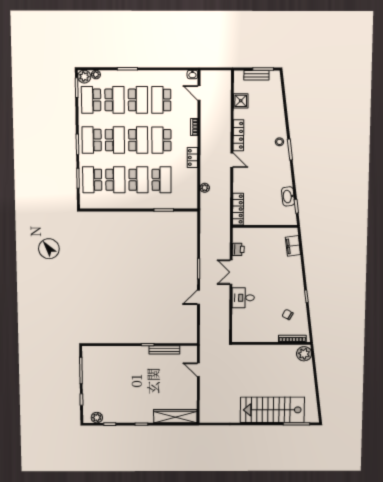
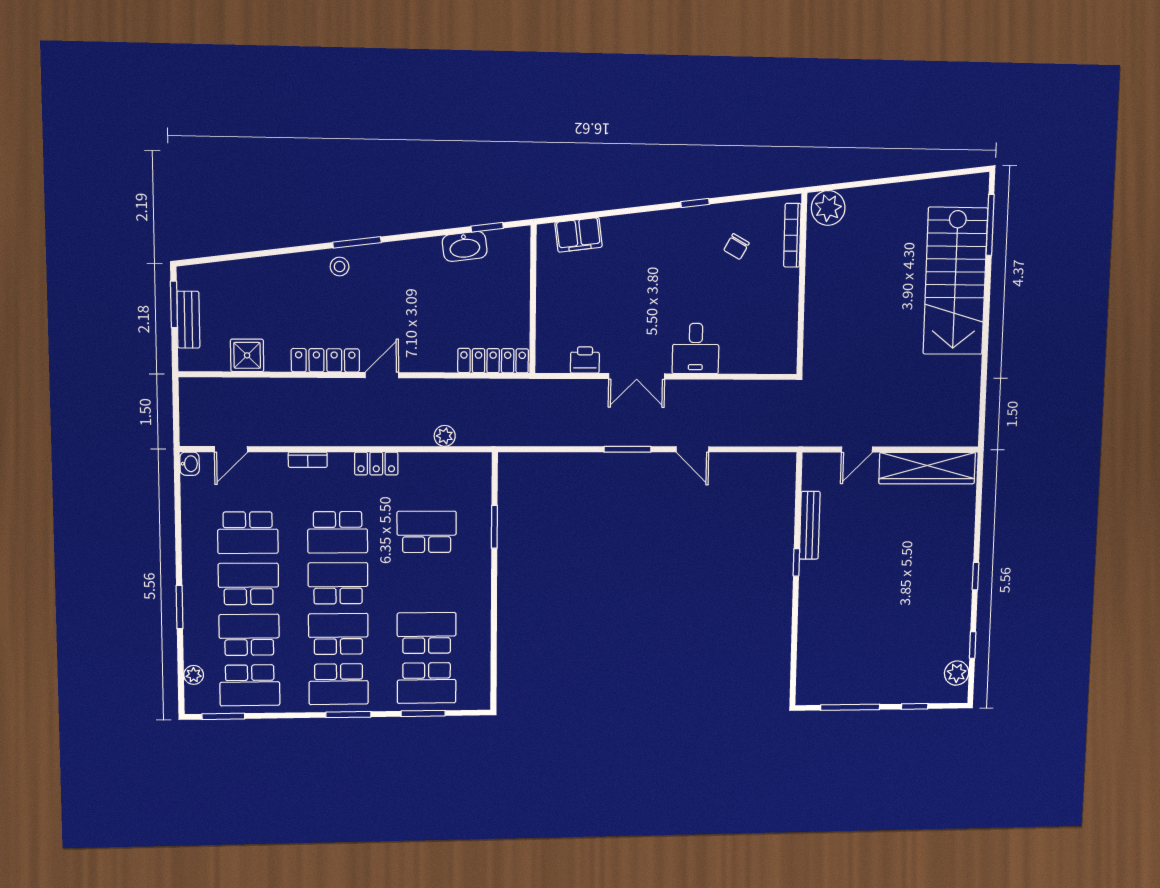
plant: (84, 77) -> (199, 700), removed
school desk: (138, 180) -> (427, 583), removed
wardrobe: (175, 416) -> (927, 468), moved, turned -90

